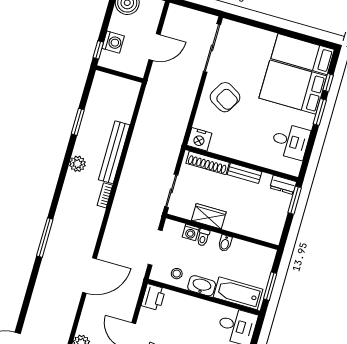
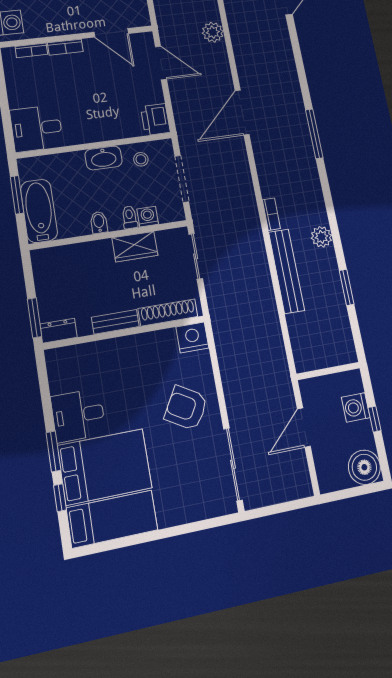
window: (98, 50) -> (374, 419), moved
desk: (290, 141) -> (78, 415), moved
bathtub: (238, 293) -> (39, 211), moved, turned -90

